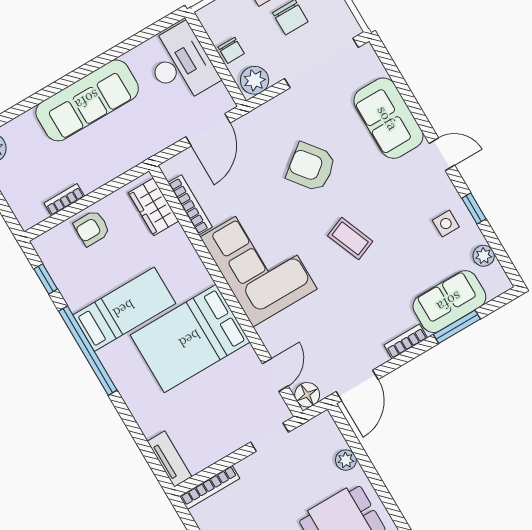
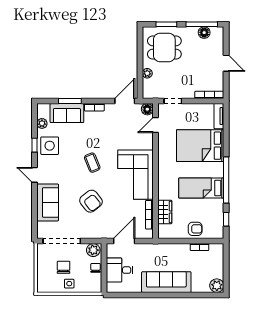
desk: (180, 64) -> (120, 270), width x0.73
wardrobe: (154, 207) -> (165, 212), moved
side table: (446, 224) -> (50, 146), width x1.87, depth x1.87
bed: (190, 339) -> (200, 146), moved, turned 180

